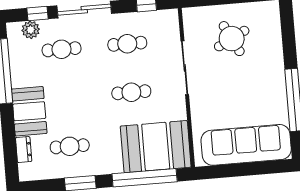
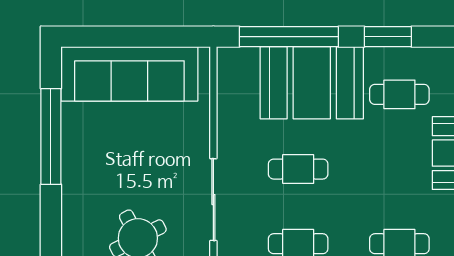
booth: (156, 147) -> (312, 83), moved

